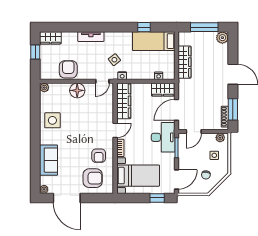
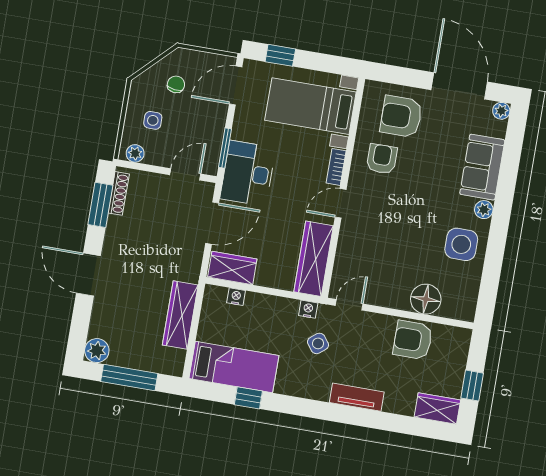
armchair: (68, 69) -> (413, 340), turned 90
plant: (44, 88) -> (484, 210), moved
floor lamp: (77, 90) -> (426, 299), moved

